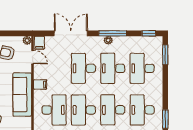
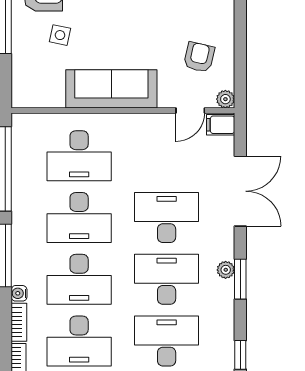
window: (113, 33) -> (240, 279), width x0.69
filing cabinet: (40, 85) -> (133, 126), removed
desk: (83, 110) -> (79, 218), turned 180
desk: (113, 110) -> (79, 279), turned 180
desk: (142, 110) -> (79, 341), turned 180

